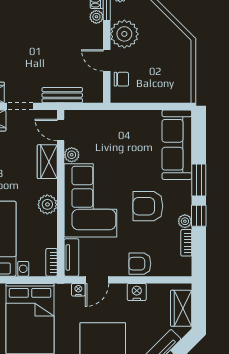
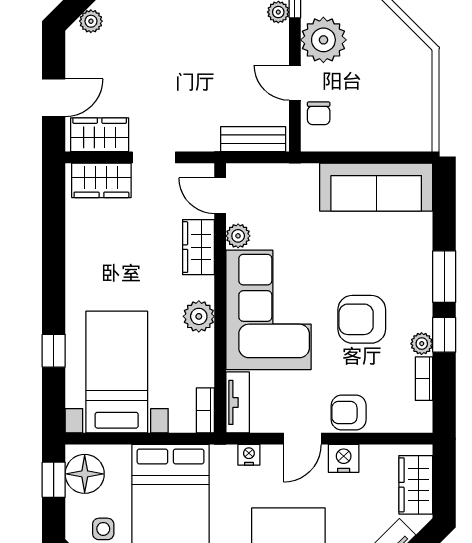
chair: (121, 79) -> (319, 113), turned 90
bench: (62, 95) -> (253, 139), moved
sofa: (177, 145) -> (376, 187), moved, turned -90
door: (97, 280) -> (302, 439), moved

